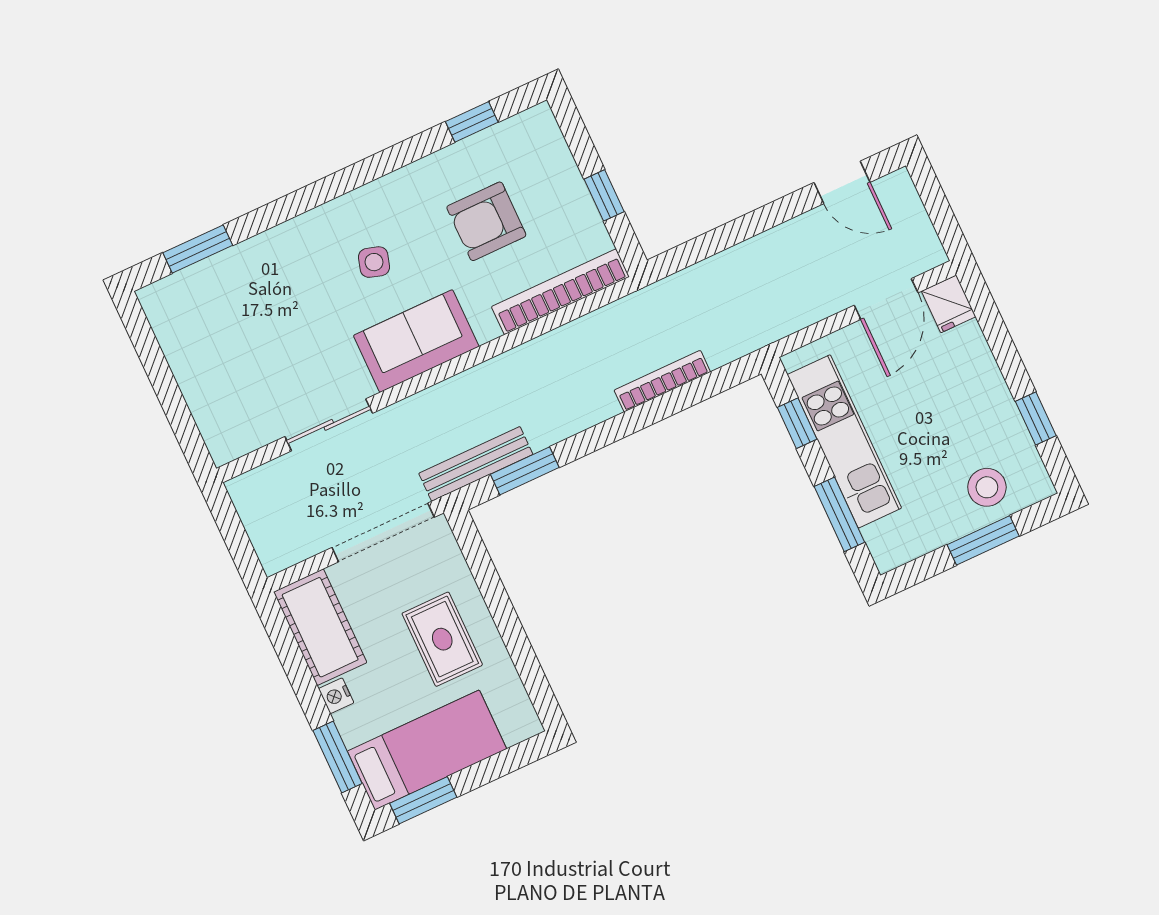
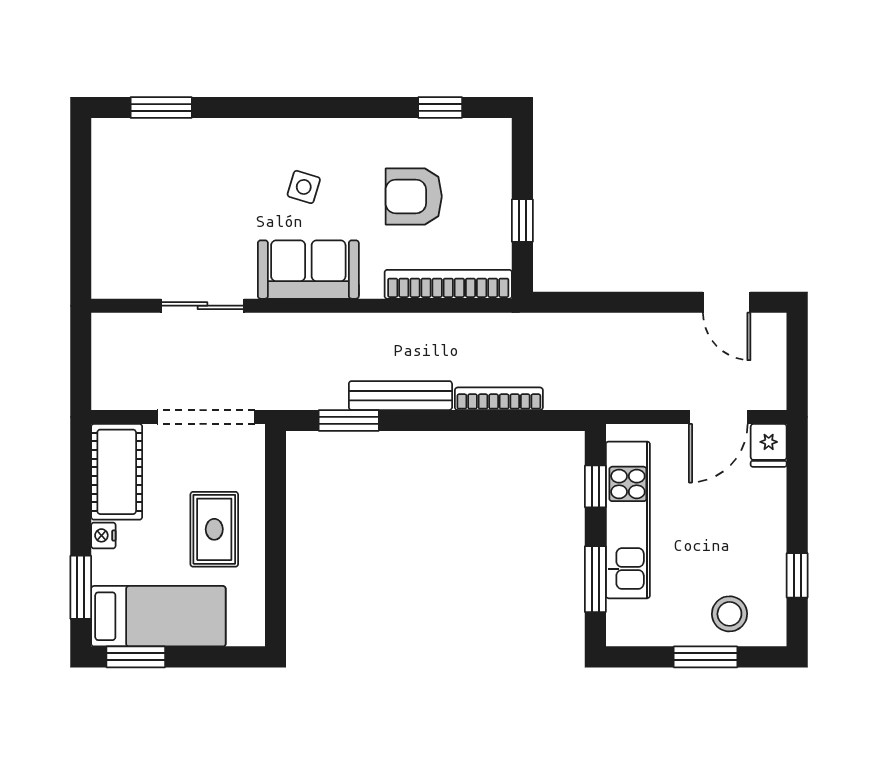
bench: (476, 464) -> (400, 396), moved

